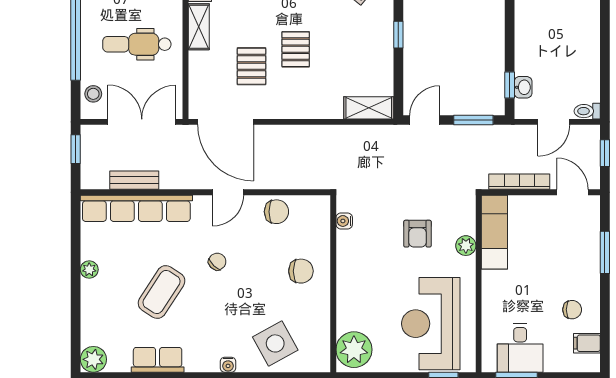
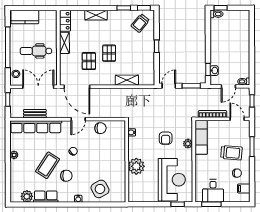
shelving: (369, 108) -> (127, 80), moved
trolley: (560, 266) -> (231, 153), added
chair: (301, 271) -> (66, 176), moved
reception desk: (431, 324) -> (172, 180), turned 180
plant: (354, 350) -> (136, 166), moved
plant: (93, 359) -> (27, 196), moved

